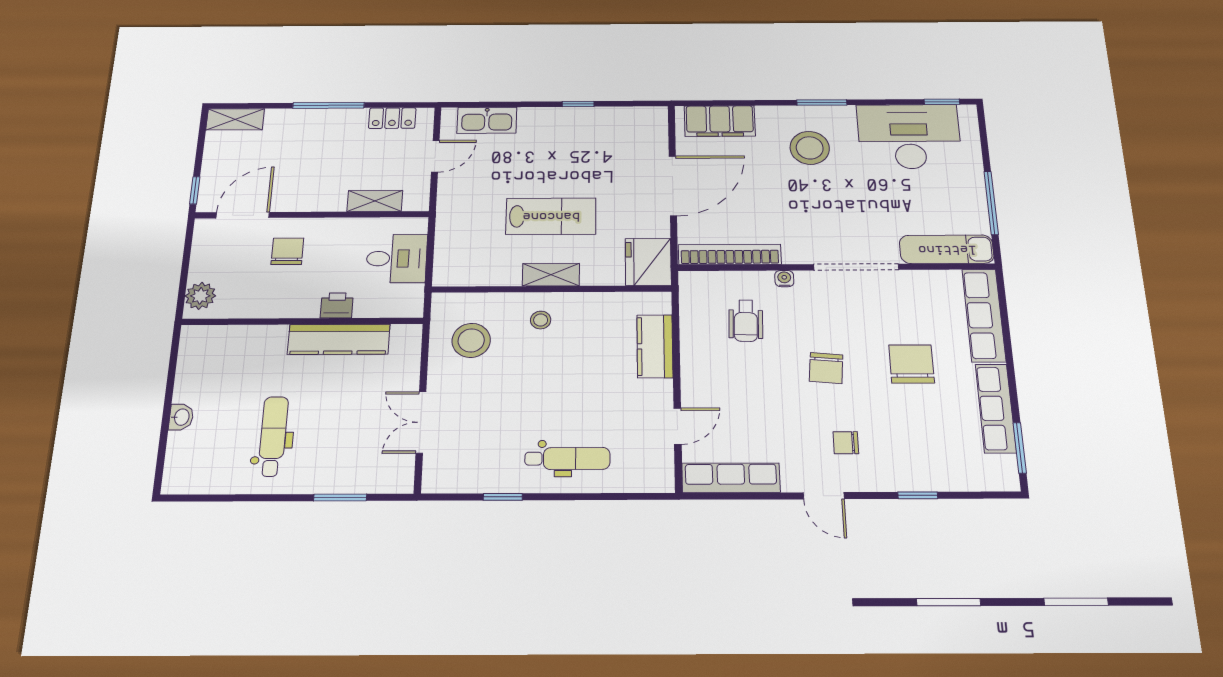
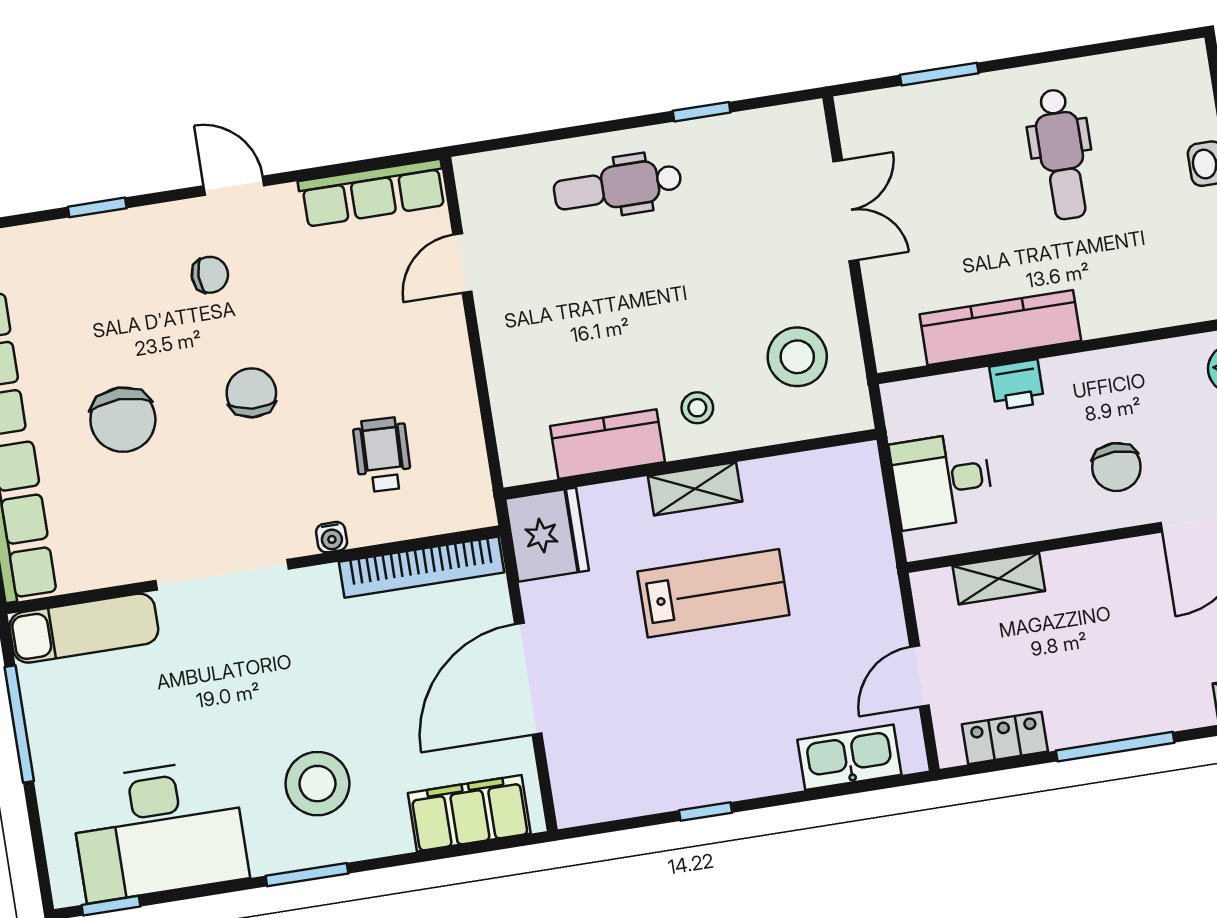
lab bench: (551, 216) -> (713, 593), turned 180
kitchen counter: (655, 346) -> (607, 444), moved, turned -90

